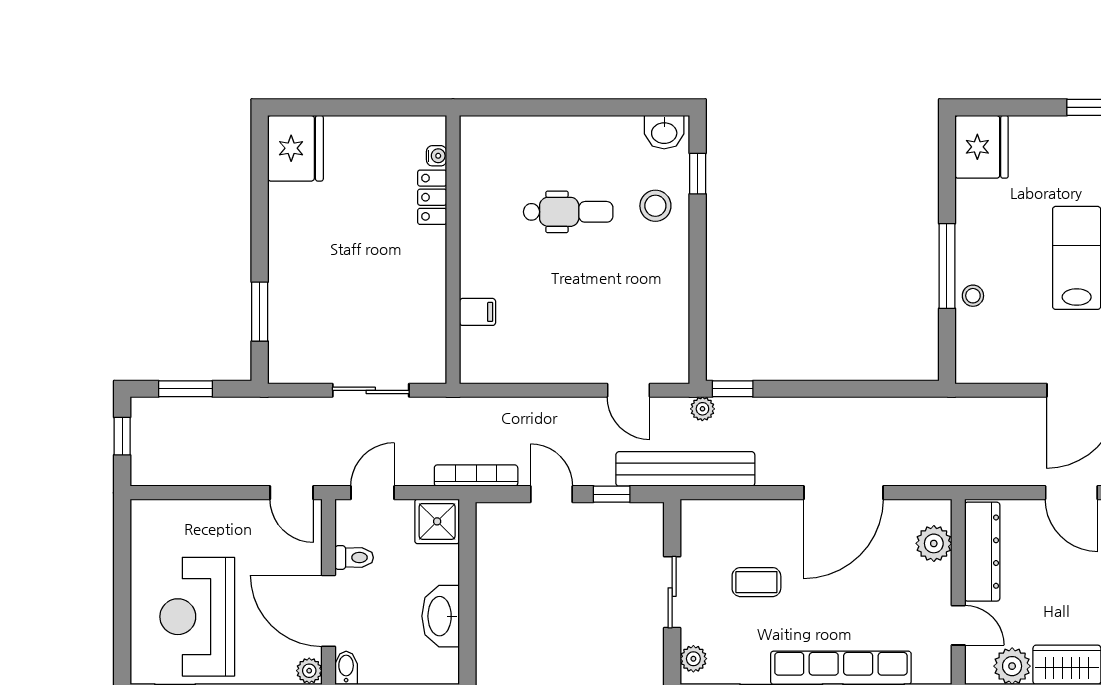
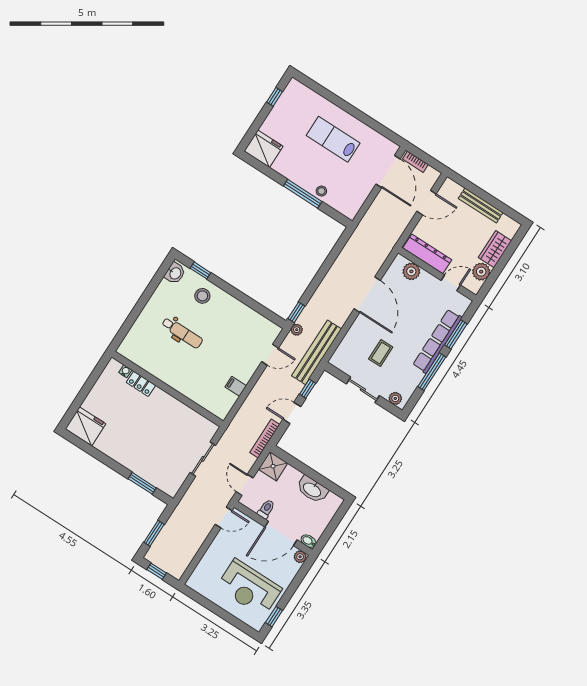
dental chair: (568, 212) -> (182, 333), turned 90
filing cabinet: (478, 312) -> (236, 386), moved, turned -90

